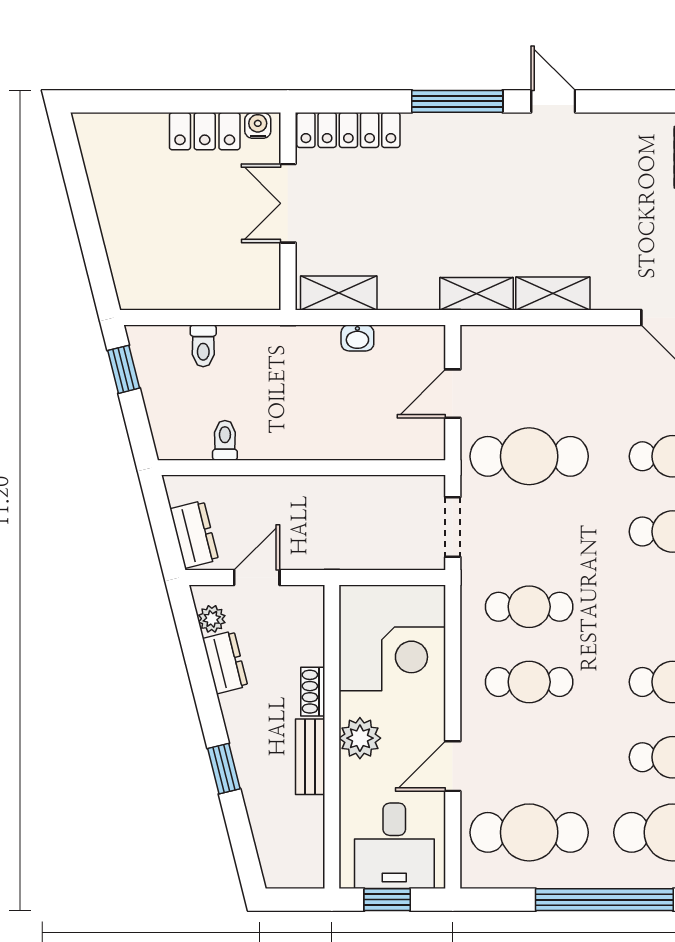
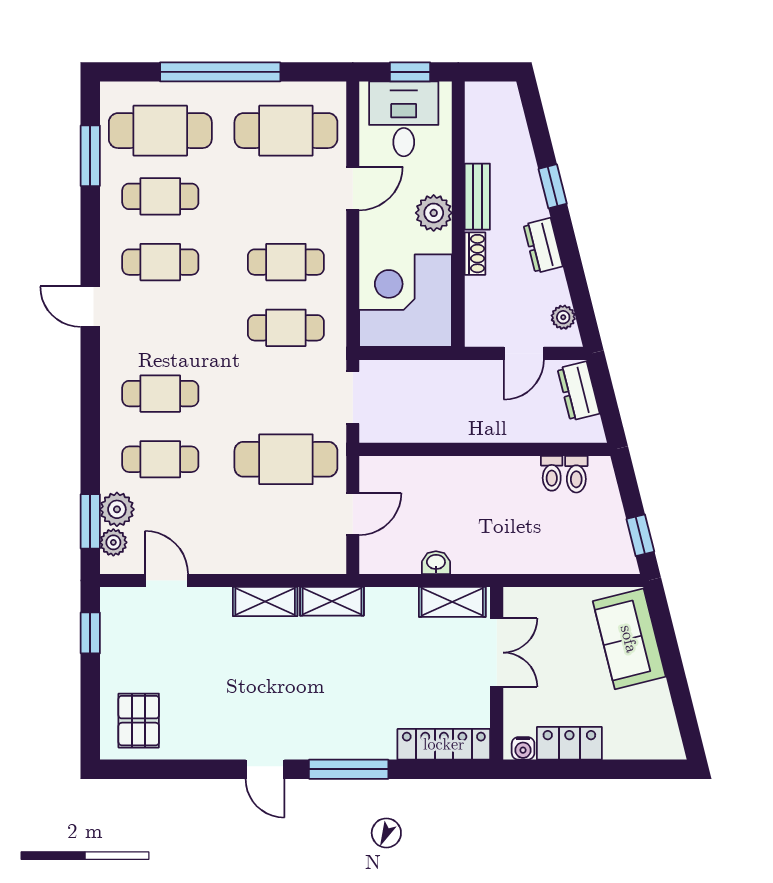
double door: (288, 203) -> (497, 653), moved
sofa: (136, 251) -> (629, 639), added
toilet: (203, 346) -> (576, 474), moved, turned 180
dresser: (225, 662) -> (543, 245), moved

